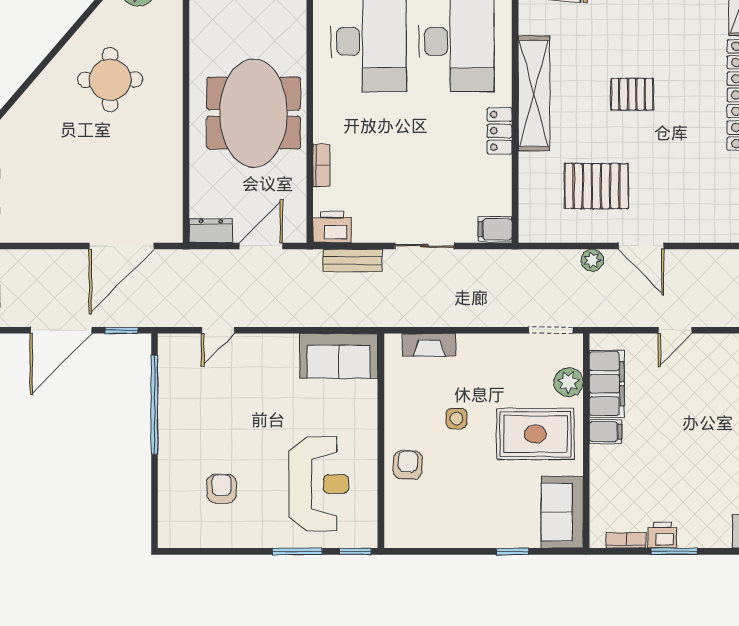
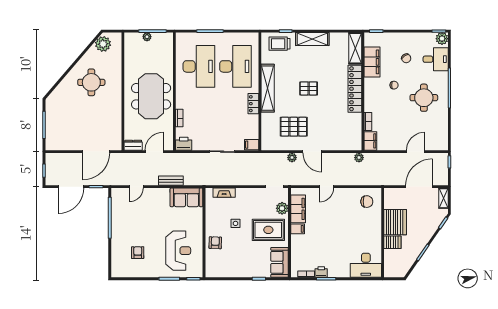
bench: (353, 260) -> (171, 181), moved

